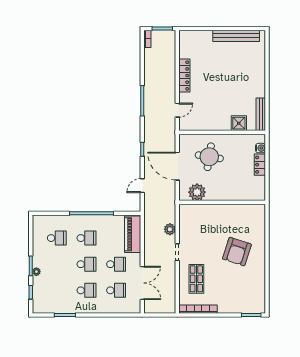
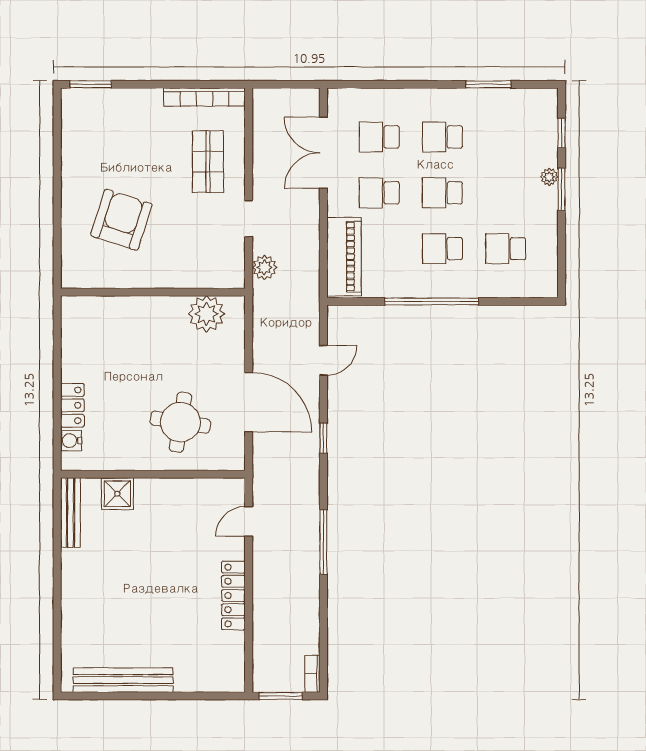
plant: (197, 192) -> (207, 314), moved
wall: (222, 202) -> (153, 292), moved

